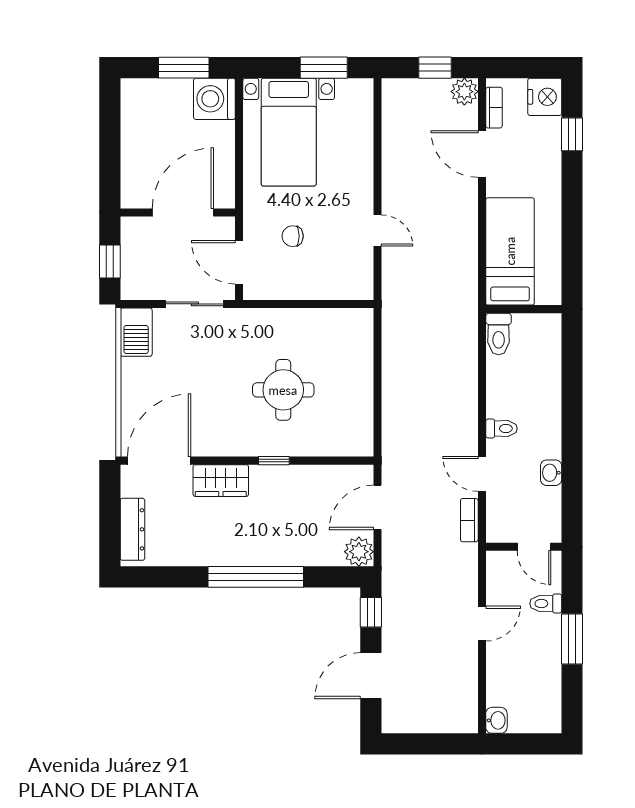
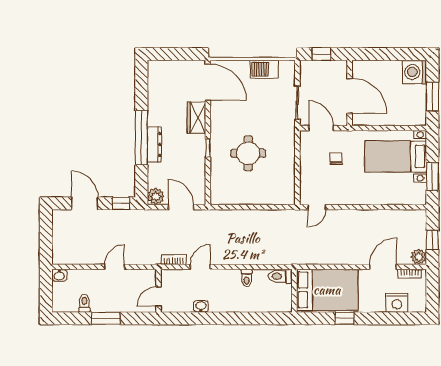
nightstand: (545, 97) -> (397, 303), moved
washing machine: (214, 99) -> (415, 72), moved, turned -90
window: (572, 134) -> (345, 318), moved
door: (377, 230) -> (317, 207), moved
bed: (510, 251) -> (327, 290), width x1.50
door: (239, 262) -> (321, 128), hinge flipped
barbecue: (136, 332) -> (264, 69), moved
toilet: (502, 428) -> (247, 278), moved
dresser: (132, 529) -> (154, 145), moved, turned -90
toilet: (546, 604) -> (84, 303), moved
door: (482, 624) -> (115, 267), swing flipped

